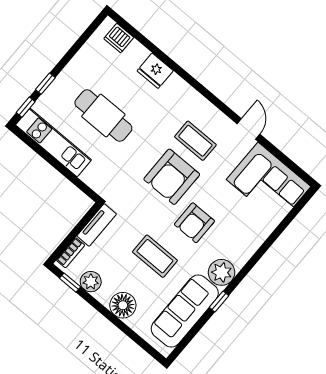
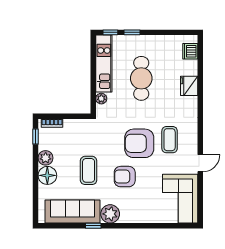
plant: (89, 177) -> (101, 99), added
tv unit: (97, 225) -> (79, 125), removed
plant: (91, 282) -> (46, 158), moved

